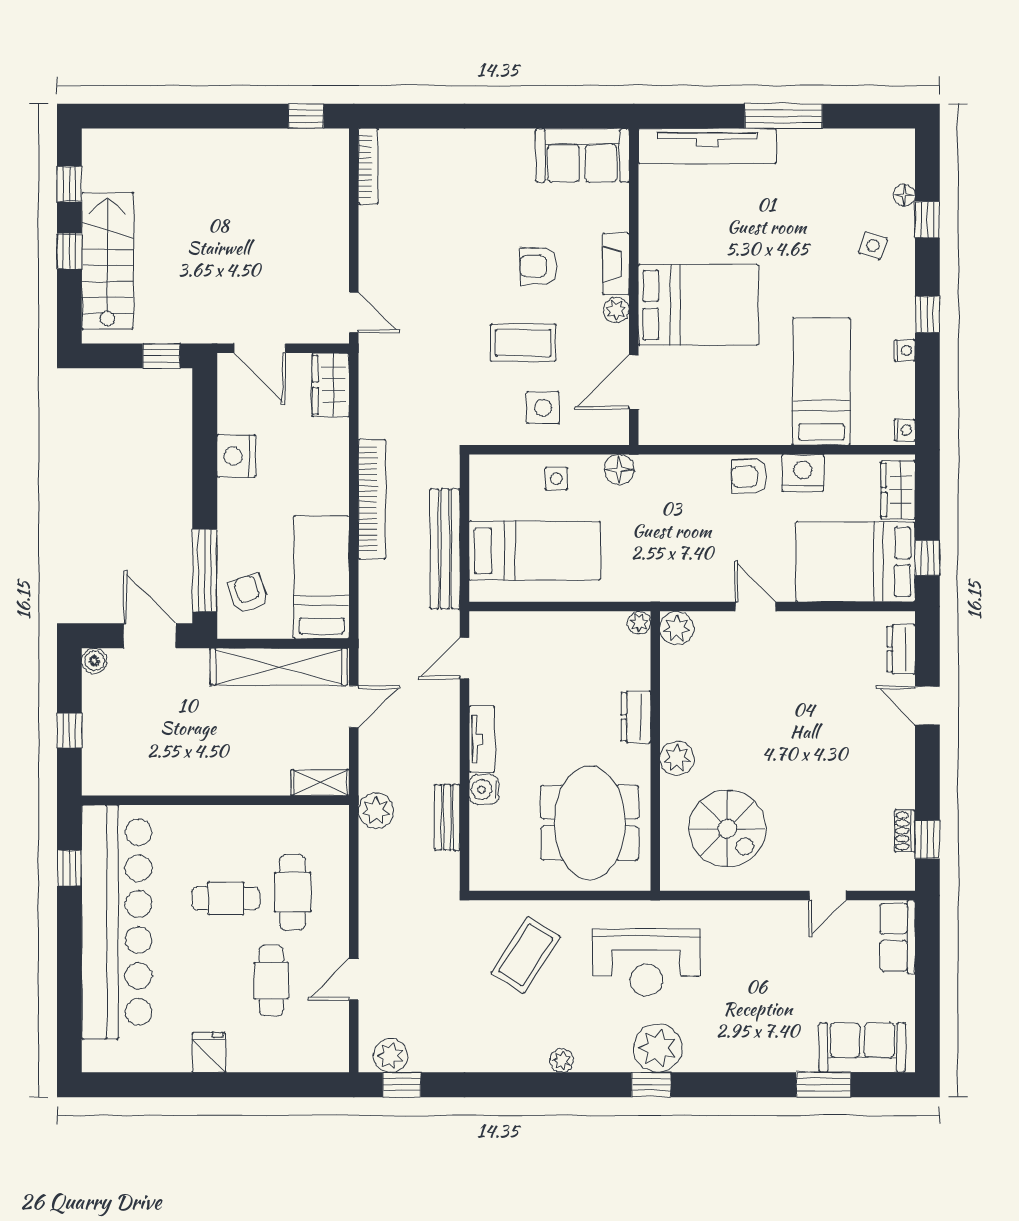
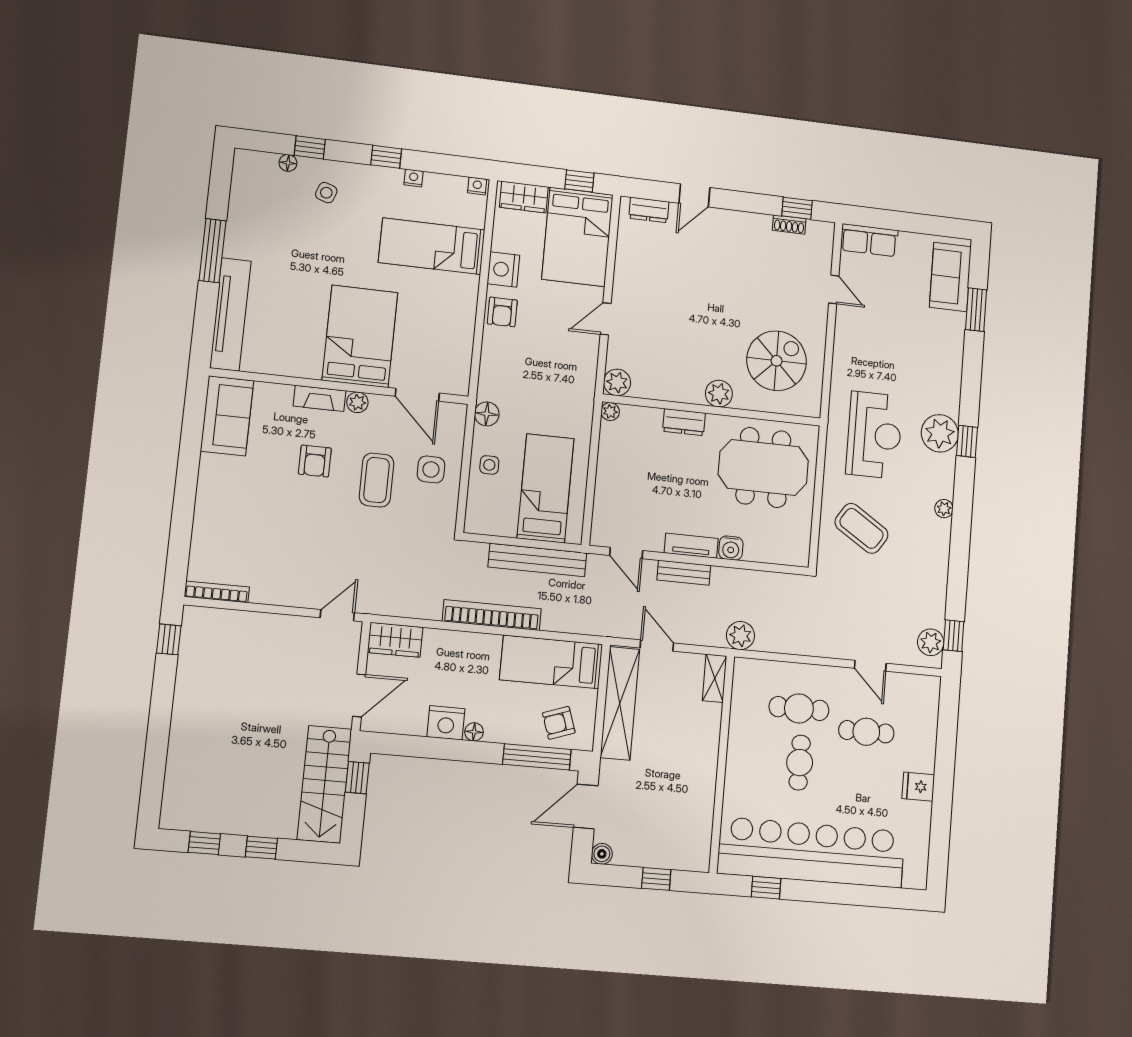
stairs: (108, 261) -> (324, 784), moved, turned -90
floor lamp: (228, 491) -> (474, 732), added
bench: (447, 817) -> (684, 573), moved

